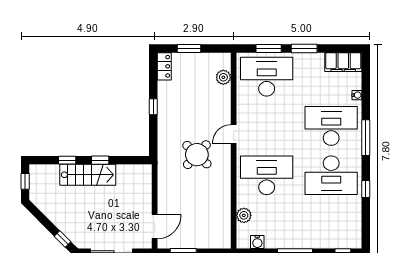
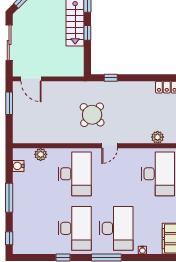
window: (153, 107) -> (111, 78), moved
door: (234, 134) -> (110, 146), swing flipped
desk: (331, 175) -> (75, 228), turned 180

